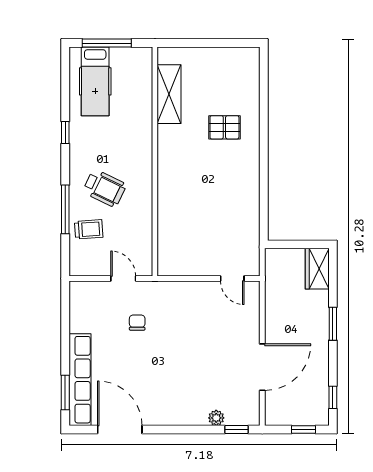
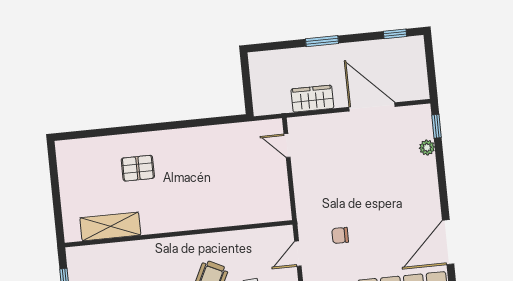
pallet: (224, 127) -> (138, 168), turned 90
wardrobe: (317, 269) -> (312, 99), moved, turned 180
door: (232, 278) -> (287, 145), swing flipped
window: (303, 430) -> (430, 60), removed

